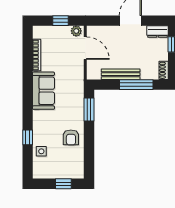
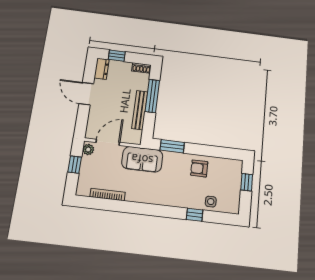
sofa: (43, 91) -> (142, 159), moved, turned 180
armchair: (71, 137) -> (199, 168), turned 180

